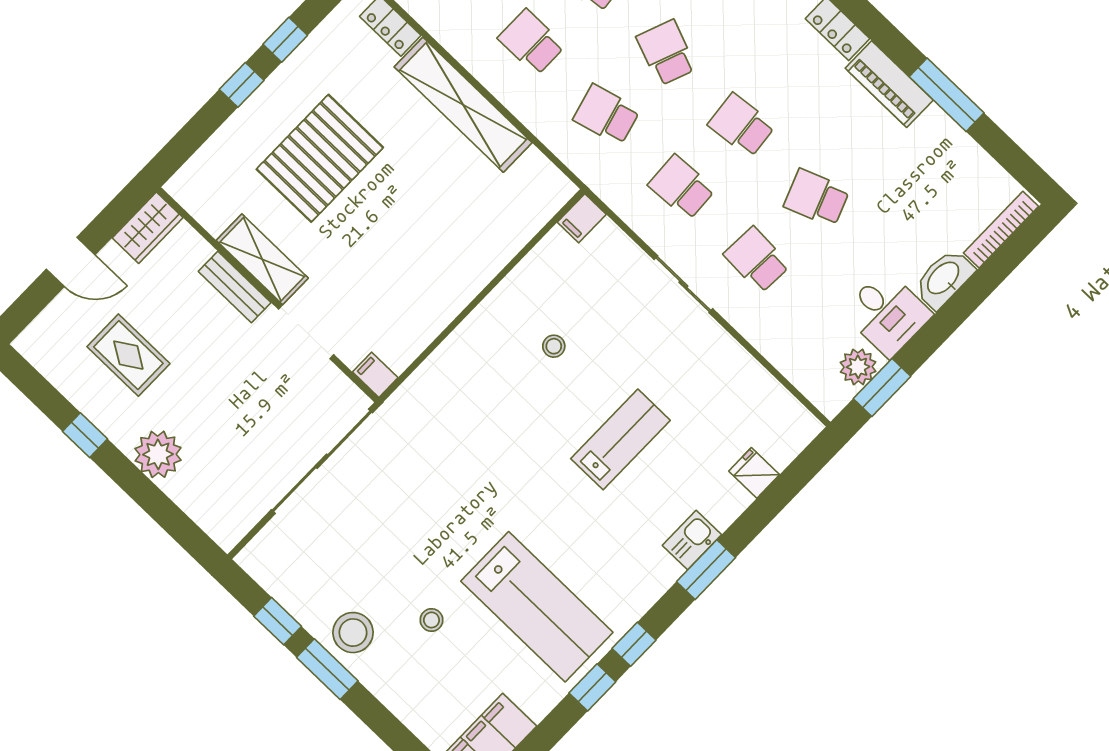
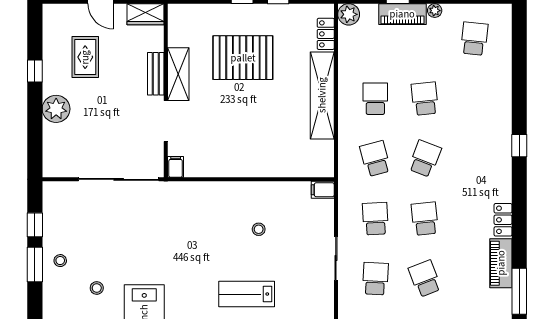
lab bench: (620, 439) -> (247, 294), turned 180
stool: (353, 633) -> (60, 261), width x0.53, depth x0.53

